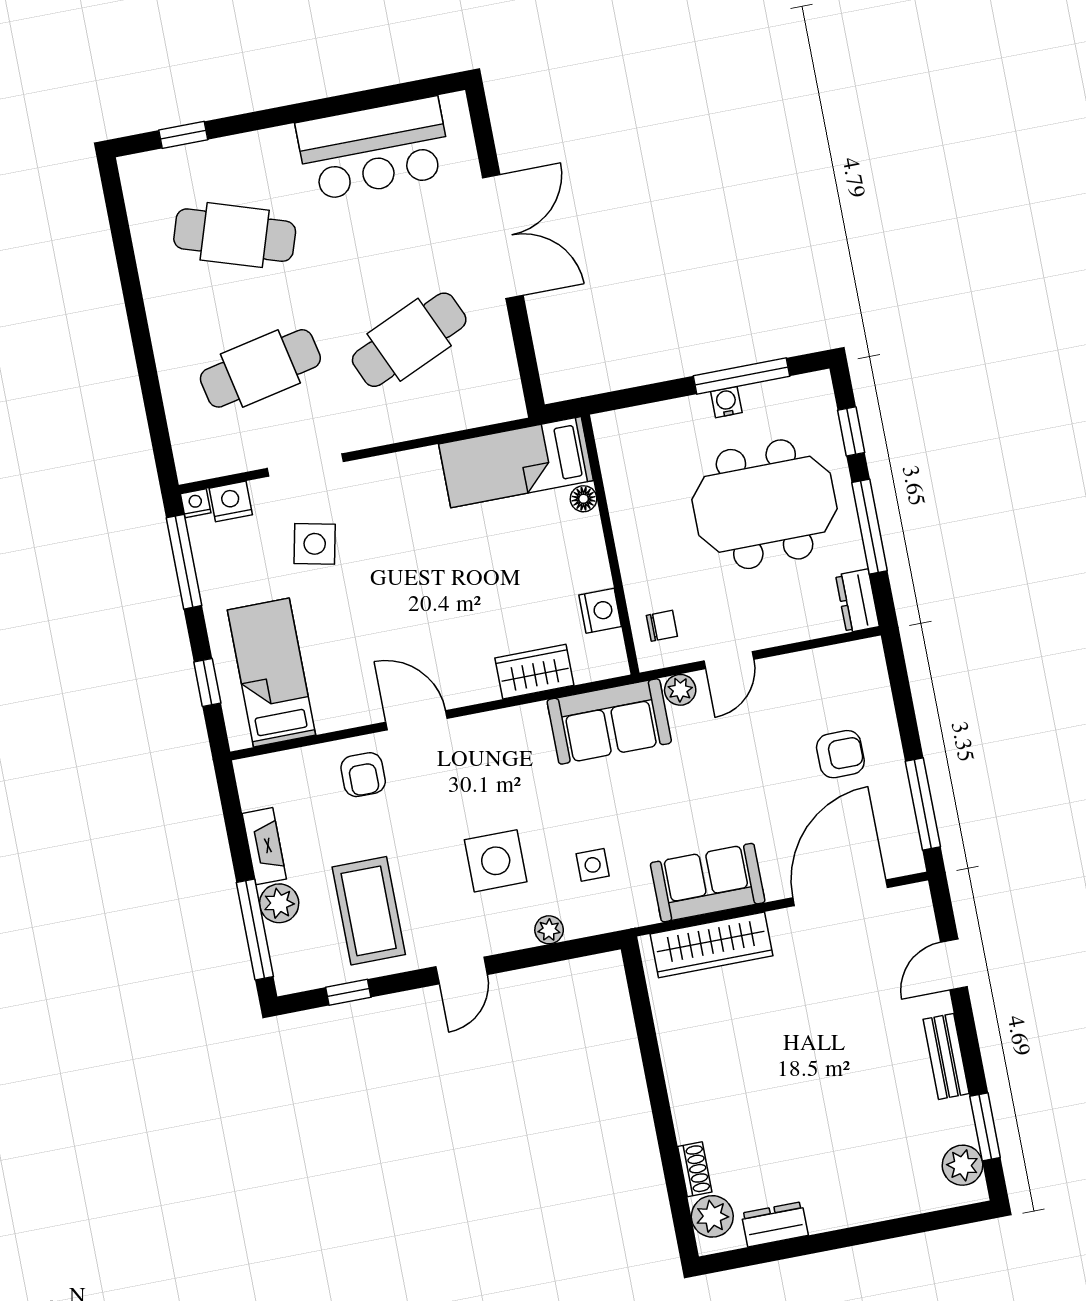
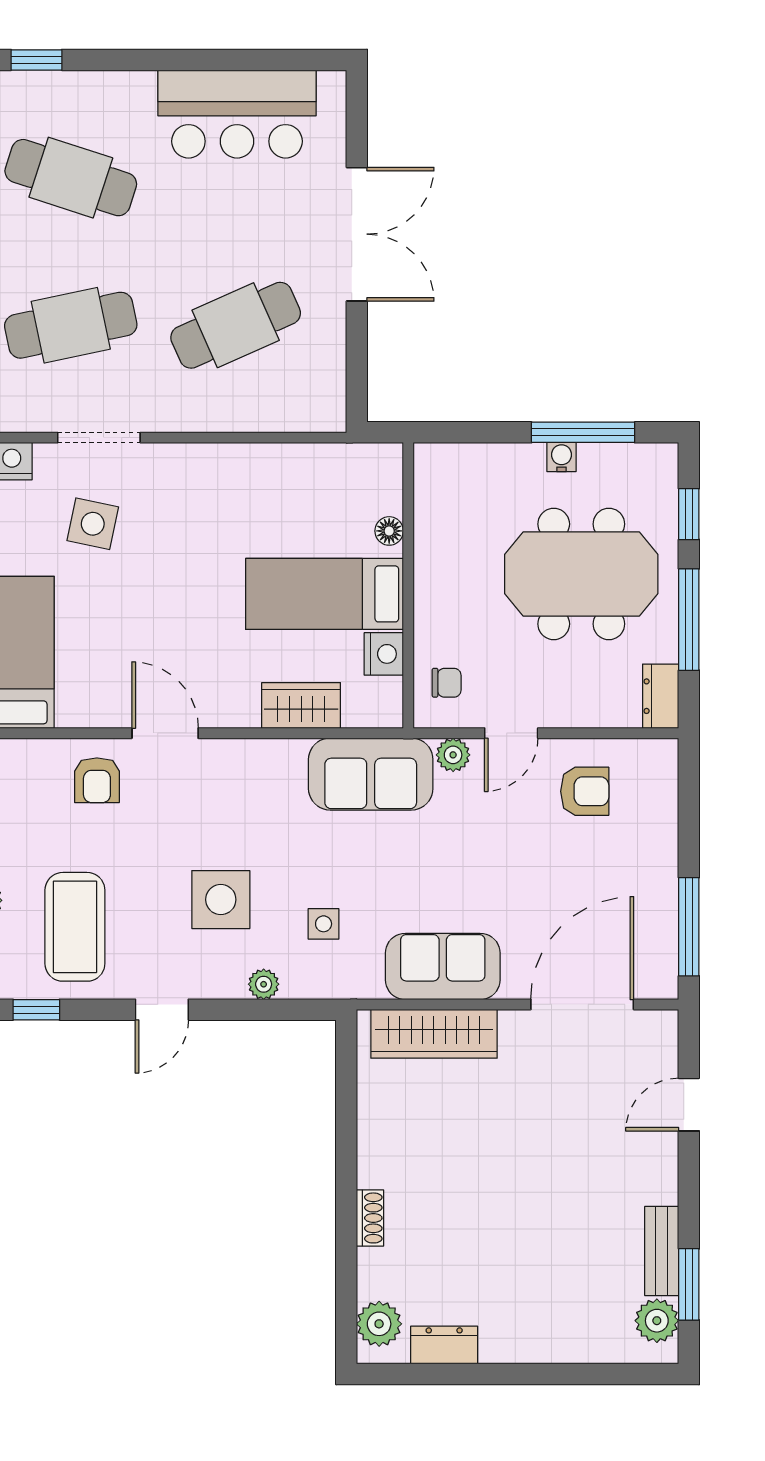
bed: (516, 462) -> (324, 594), moved
armchair: (840, 754) -> (585, 791), moved
bench: (946, 1056) -> (662, 1251), moved
shoe rack: (695, 1169) -> (370, 1218), moved

